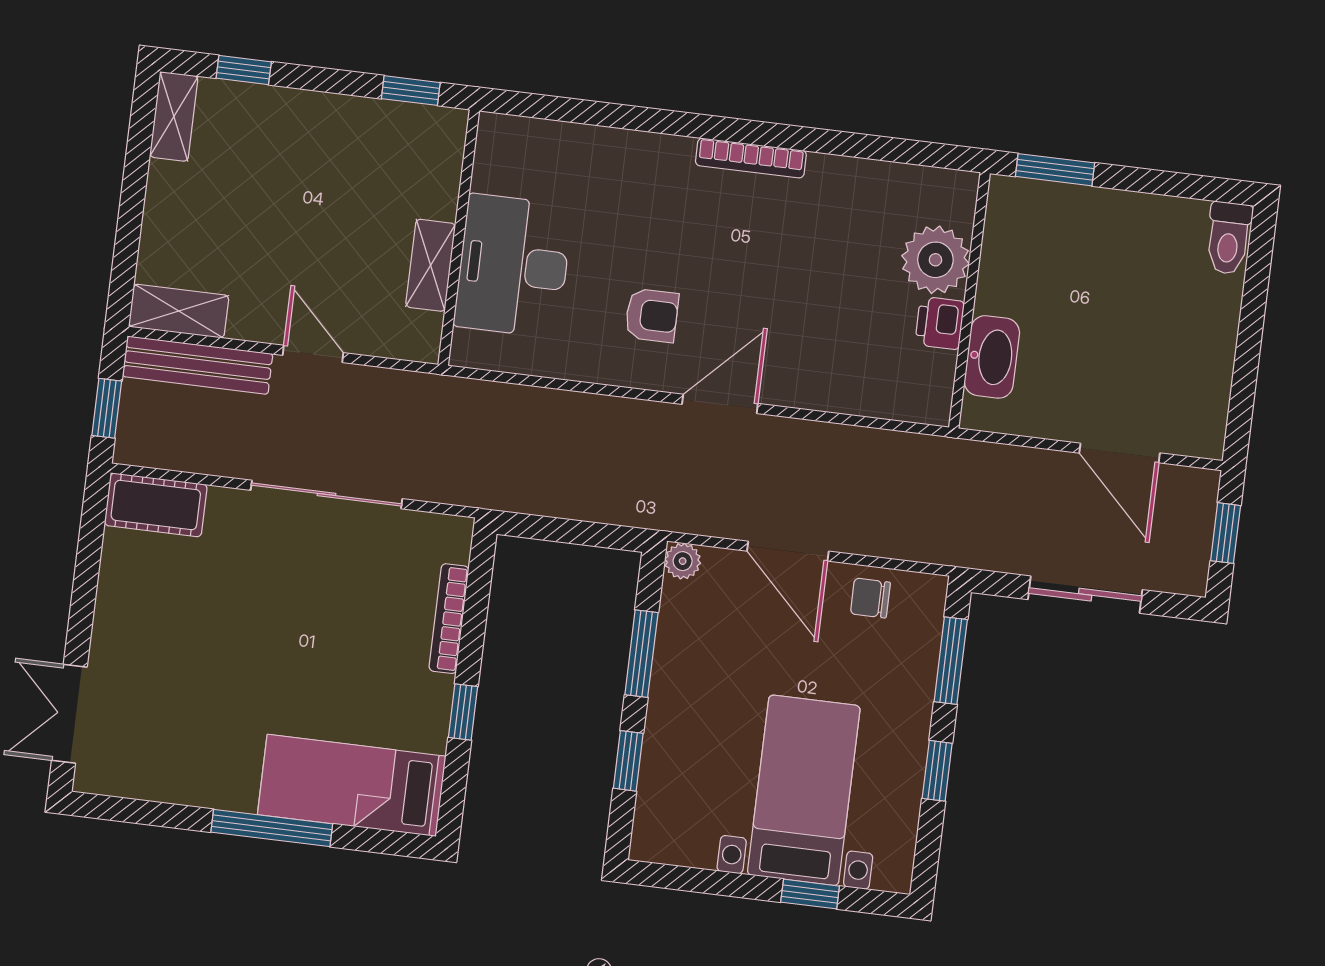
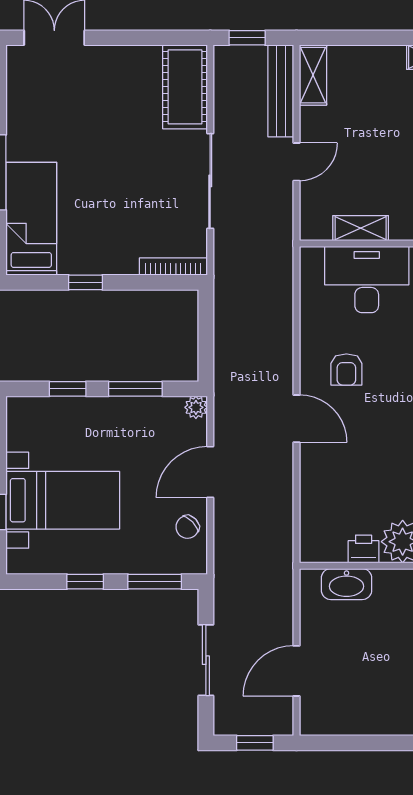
cot: (156, 505) -> (185, 87), width x1.37, depth x1.34
chair: (870, 598) -> (187, 527), turned -134
bookcase: (449, 619) -> (173, 266), moved

